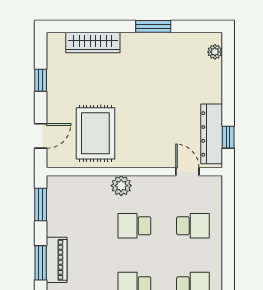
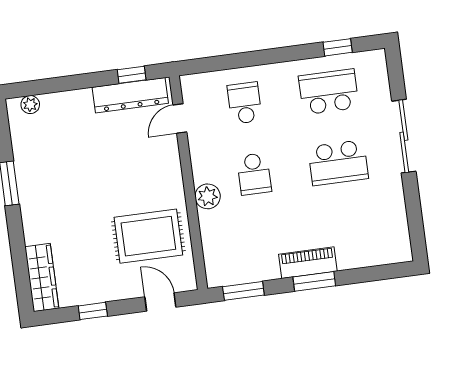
wardrobe: (93, 42) -> (42, 277), moved

